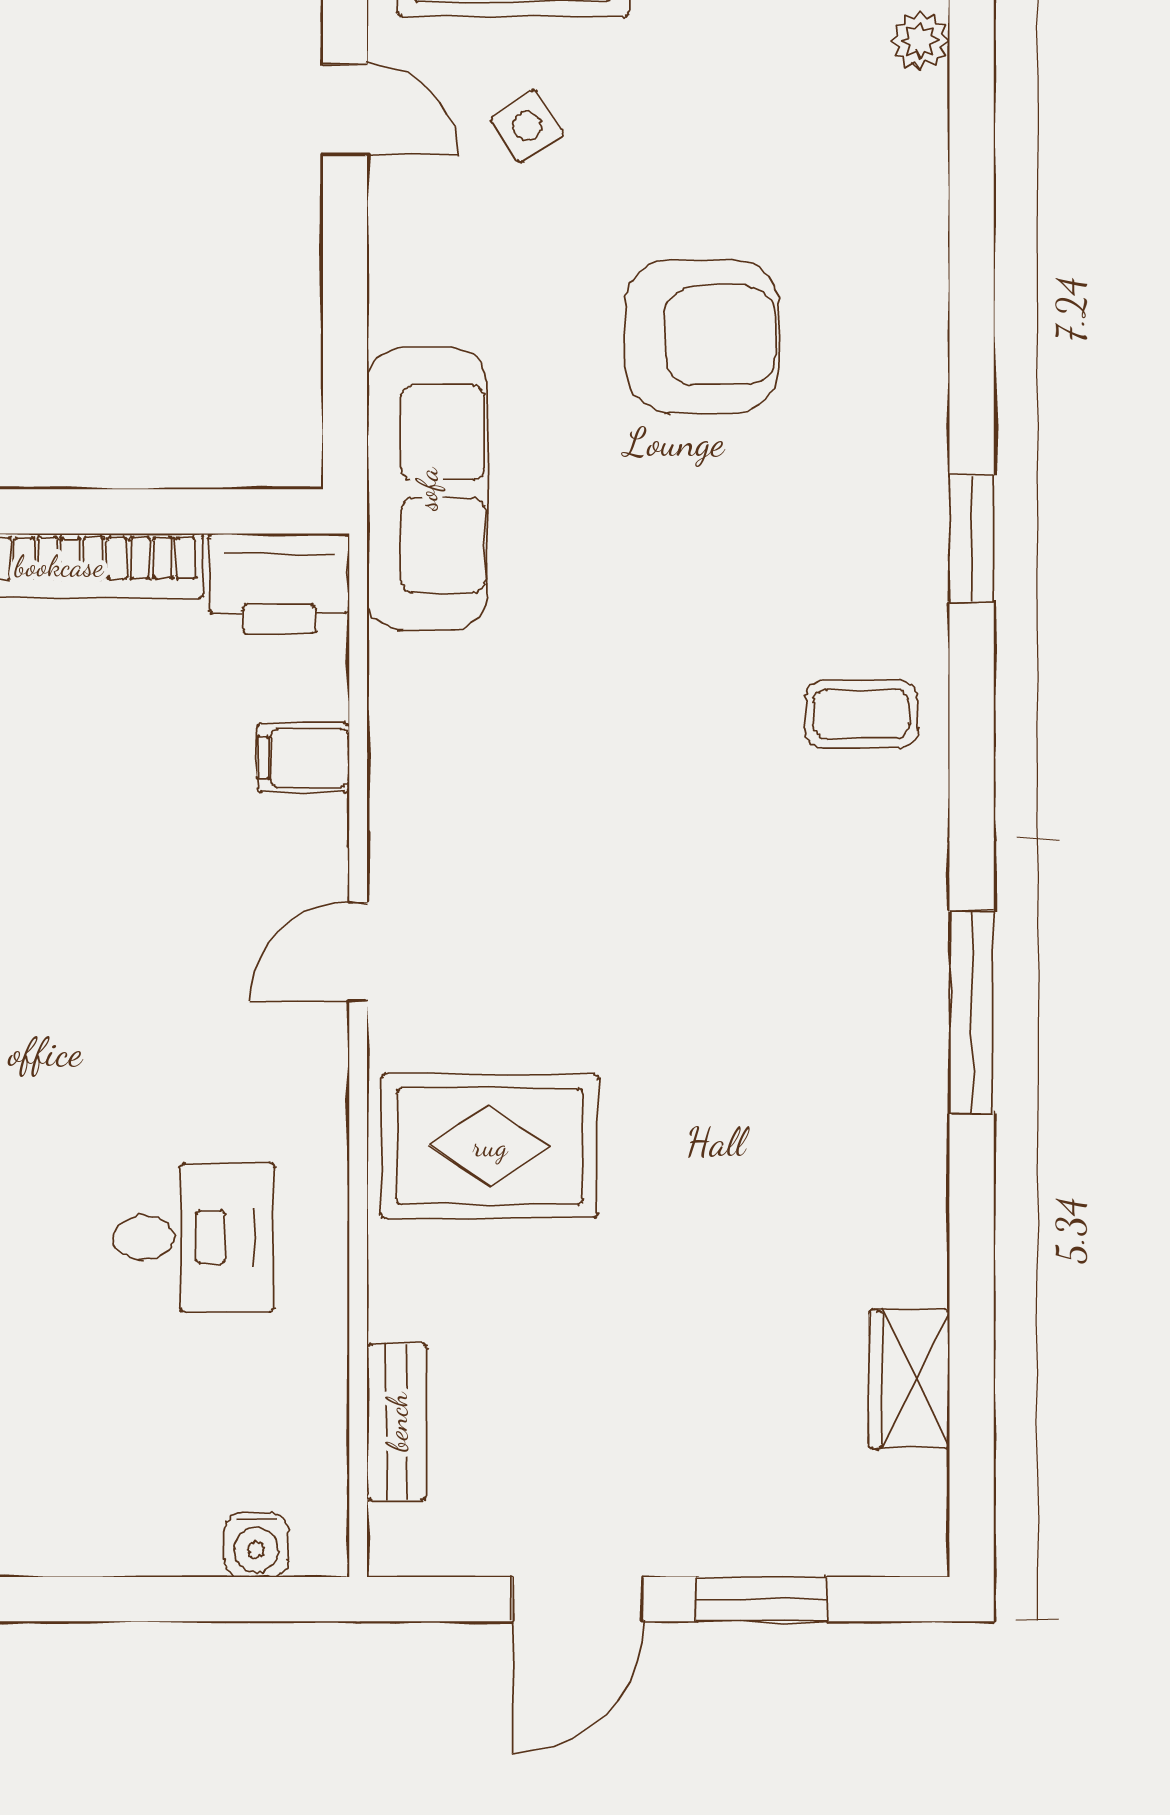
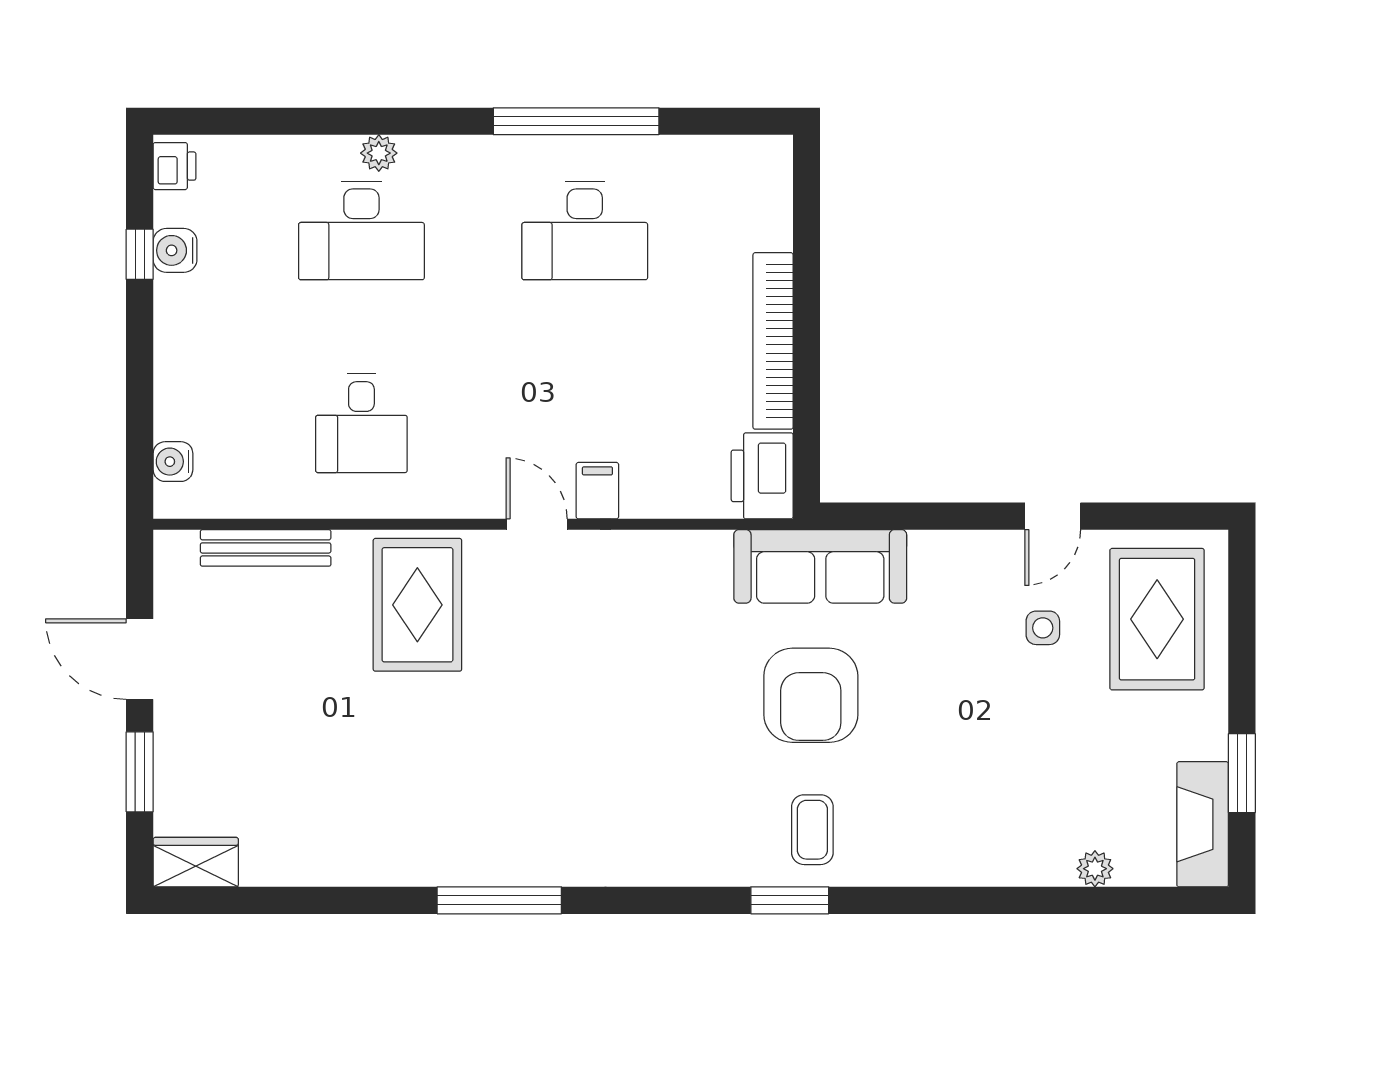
side table: (527, 126) -> (1043, 628), turned 34
armchair: (702, 336) -> (811, 695), moved
coffee table: (861, 714) -> (812, 830), moved
filing cabinet: (303, 758) -> (597, 491), moved
wardrobe: (909, 1379) -> (196, 862), moved
bench: (397, 1422) -> (266, 548), width x1.36

